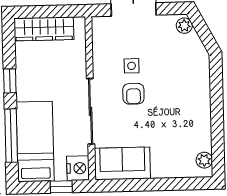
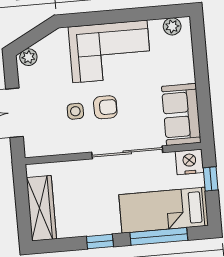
corner sofa: (185, 101) -> (110, 51), added

